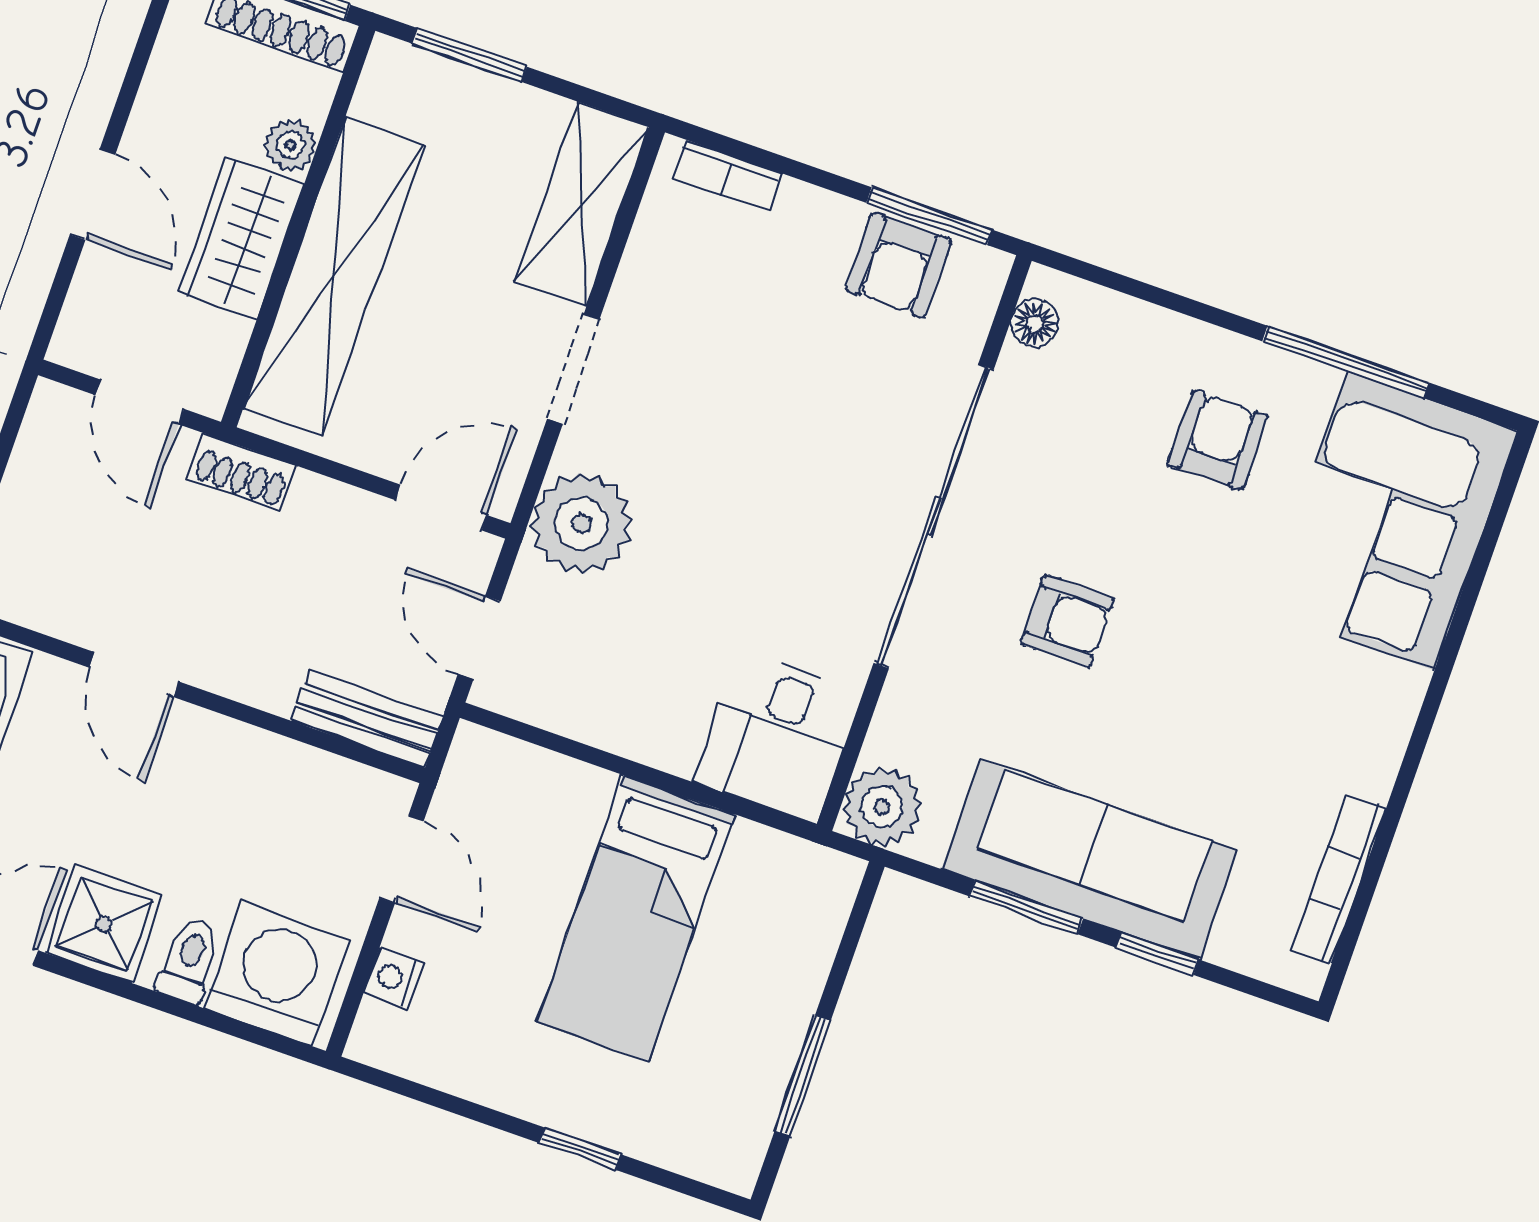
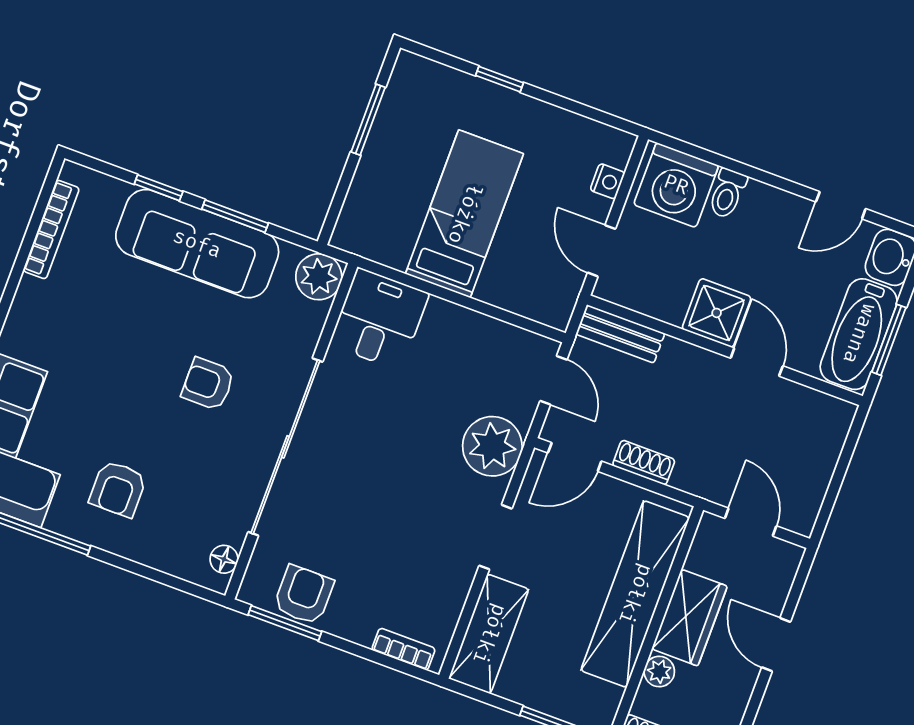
shoe rack: (242, 472) -> (644, 463), moved
shower: (104, 924) -> (717, 313), moved

